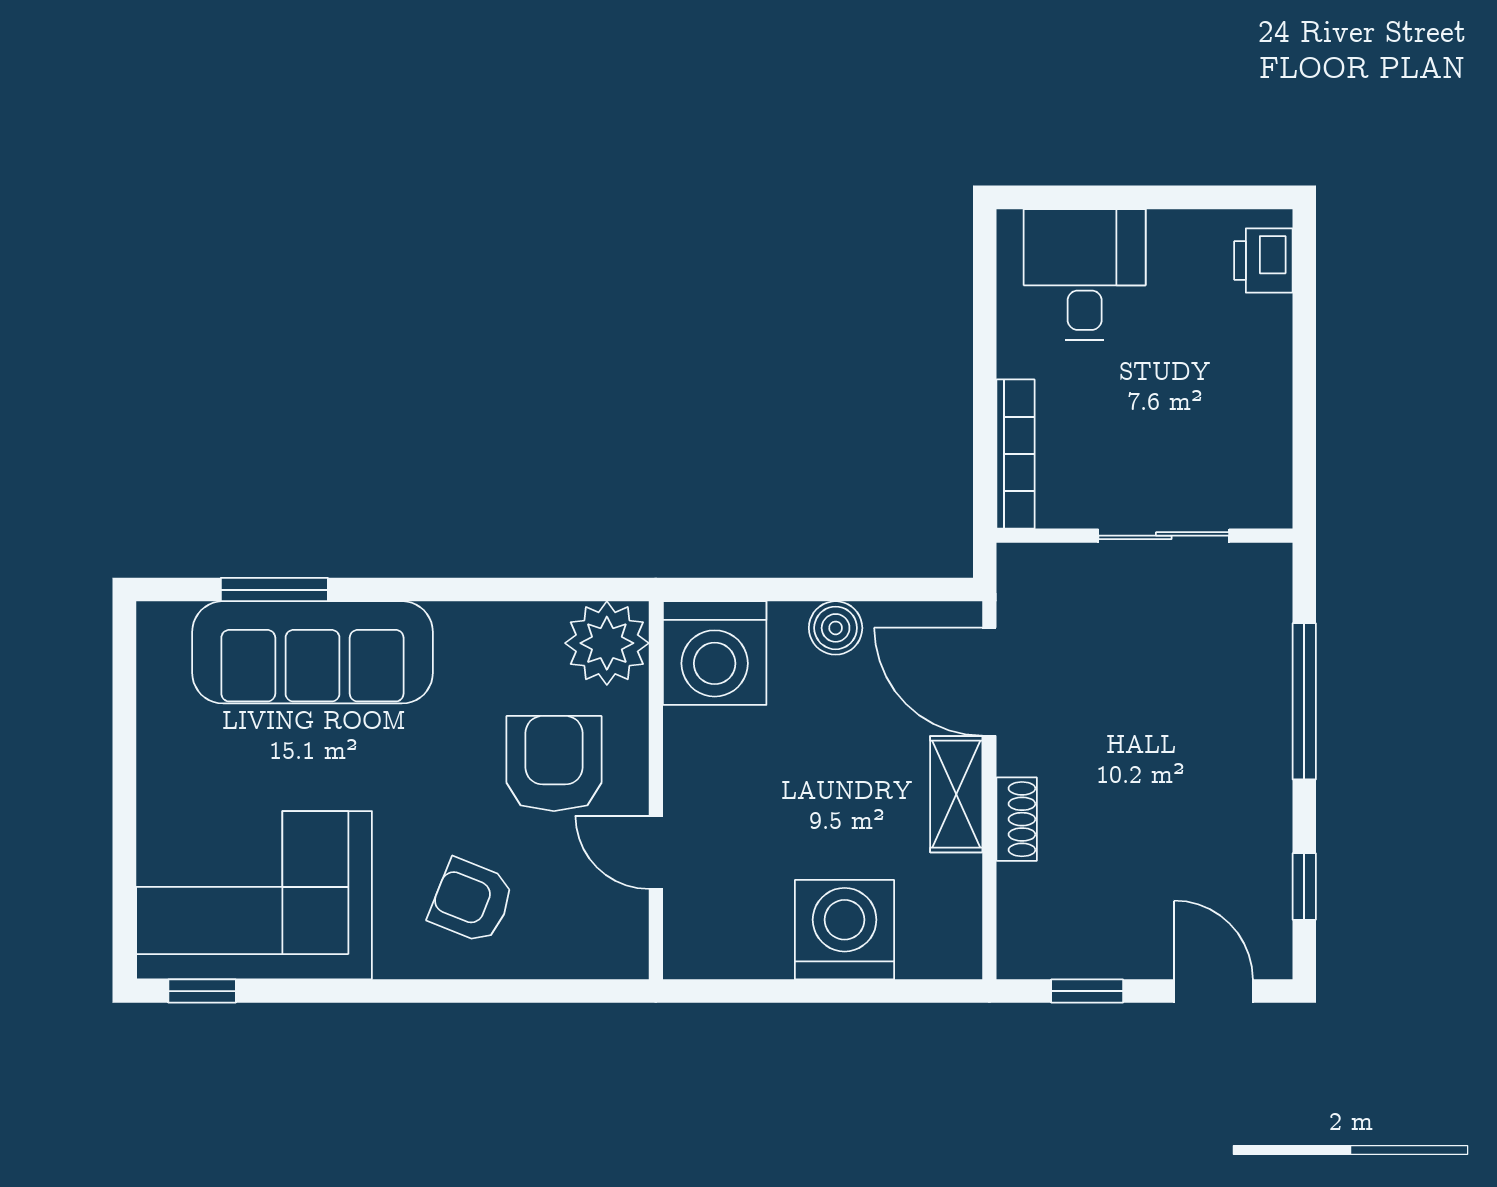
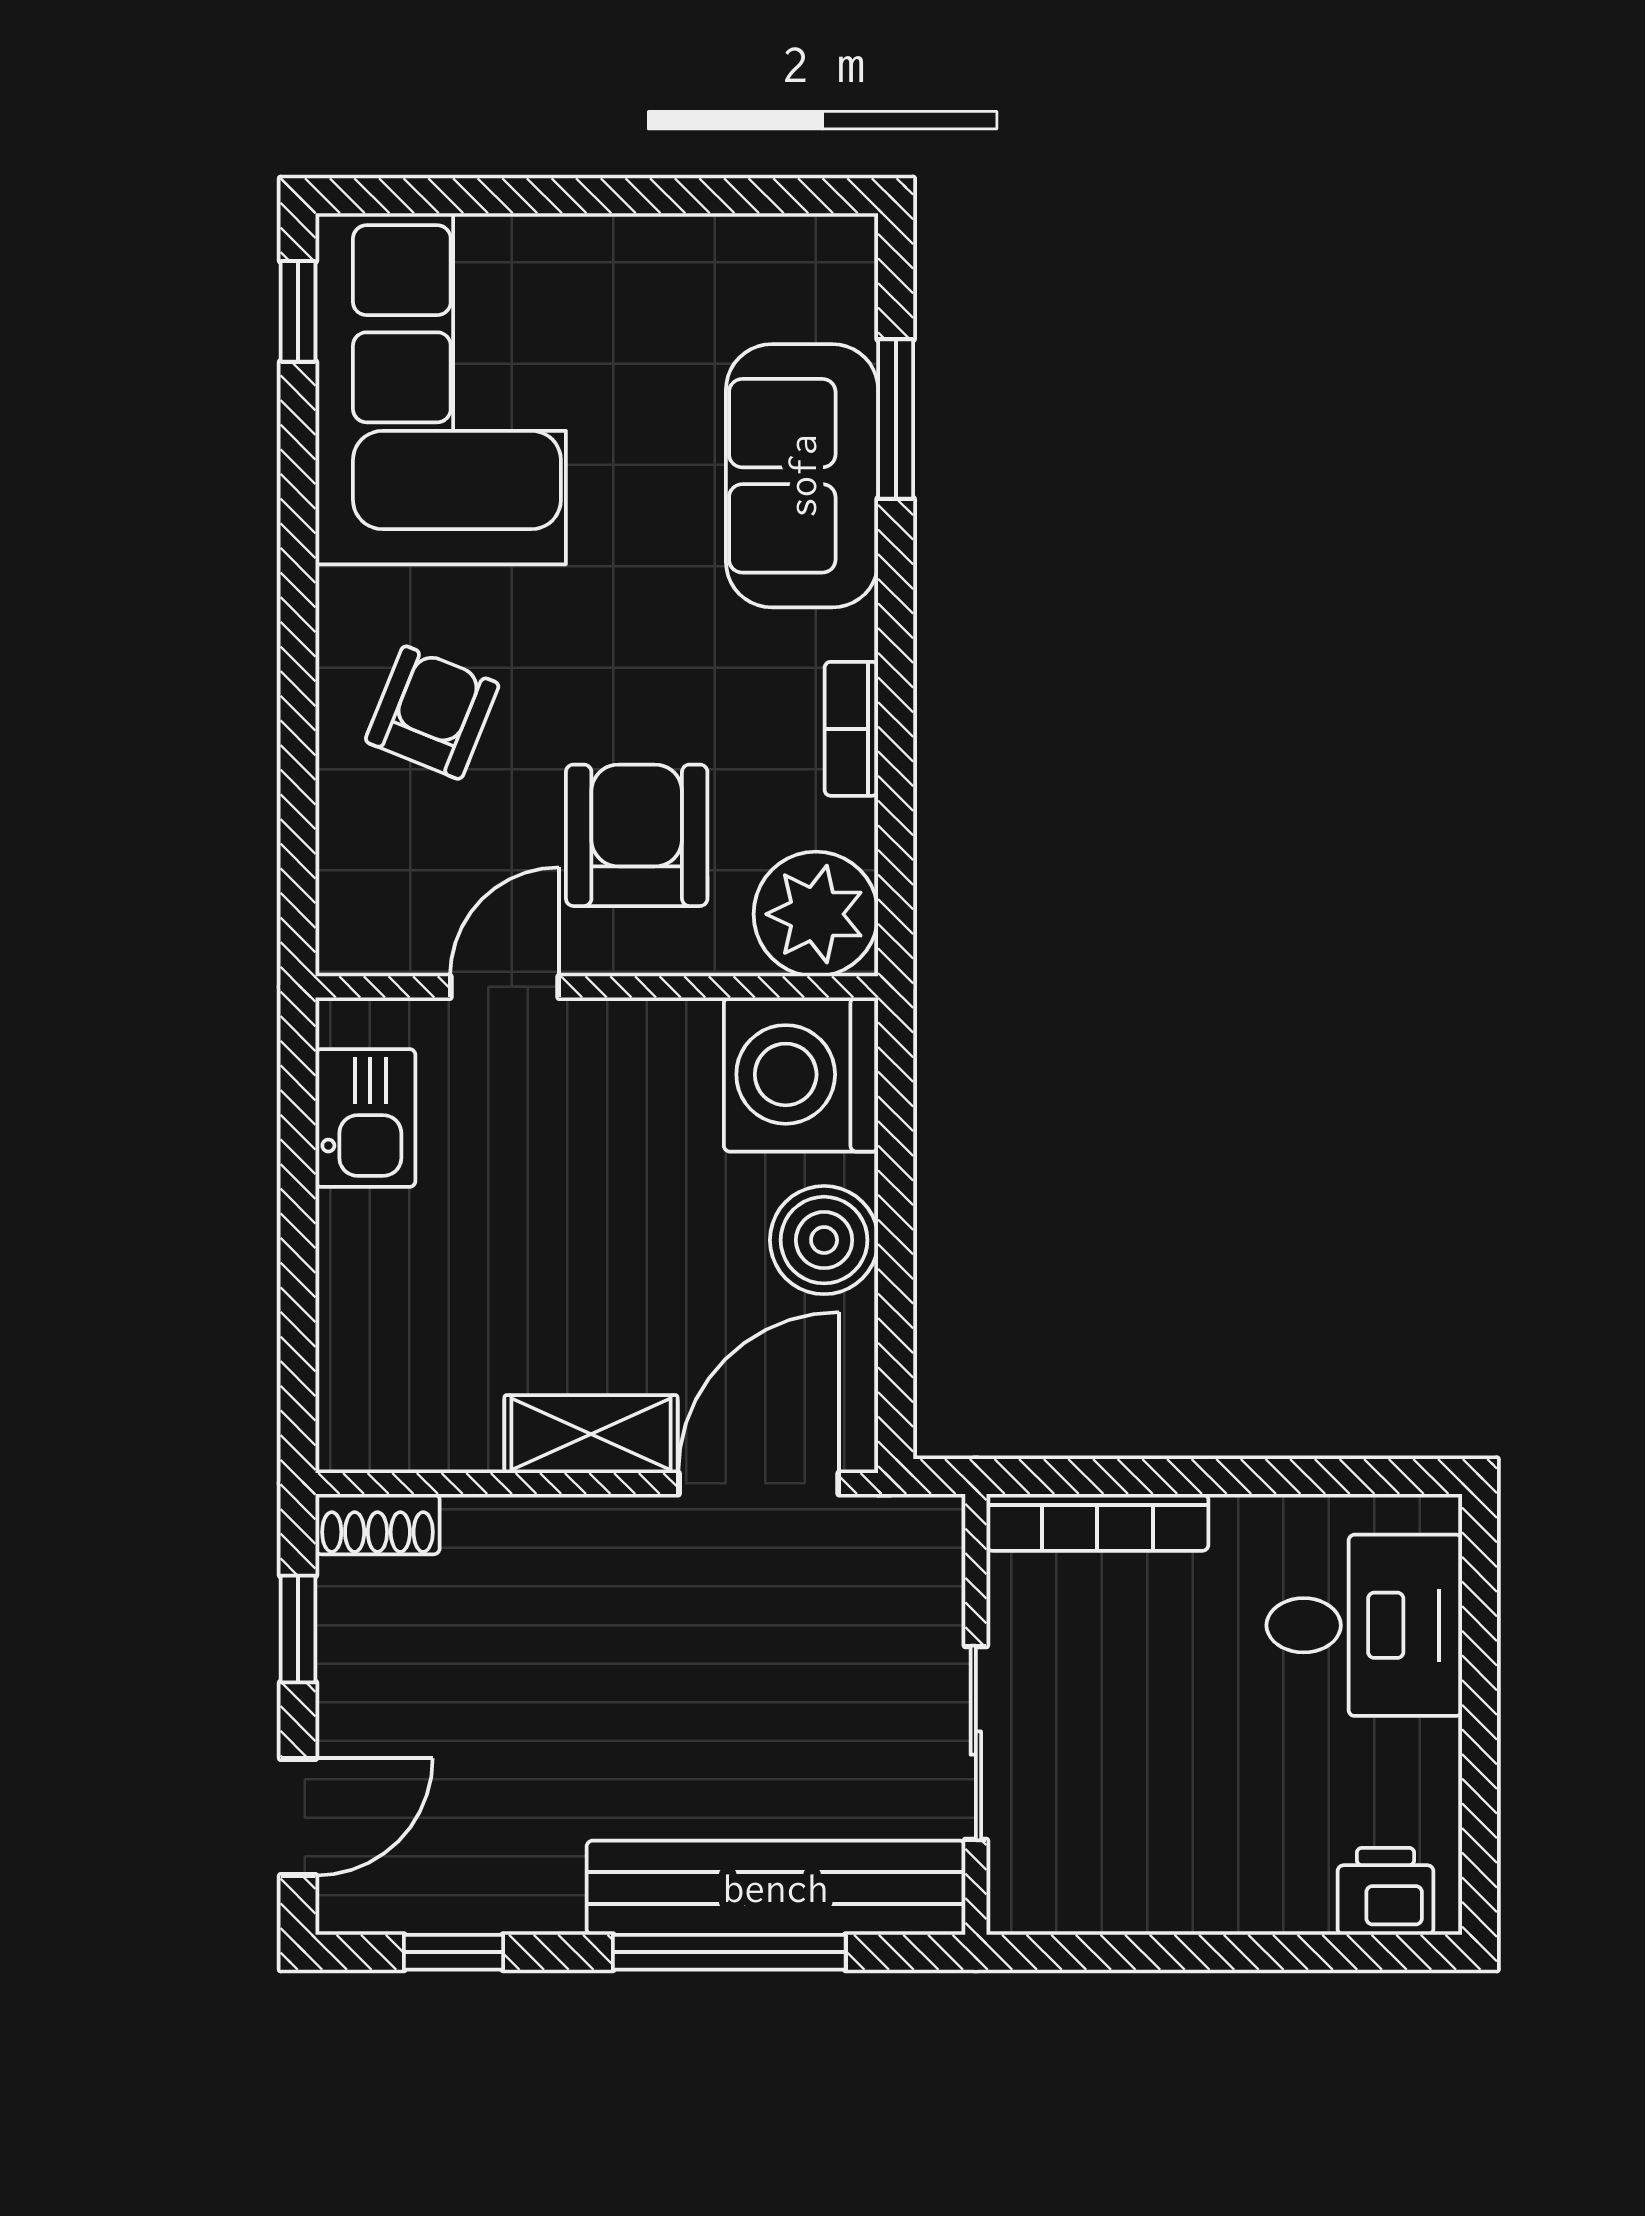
bookcase: (482, 619) -> (851, 729), added
boiler: (836, 628) -> (824, 1240), width x1.36, depth x1.36
sofa: (312, 652) -> (802, 476), width x0.73
bench: (1261, 670) -> (776, 1888), added
armchair: (554, 763) -> (637, 835), turned -90
shoe rack: (1017, 819) -> (377, 1524), moved
washing machine: (845, 930) -> (389, 1268), removed
kitchen sink: (744, 946) -> (365, 1118), added

